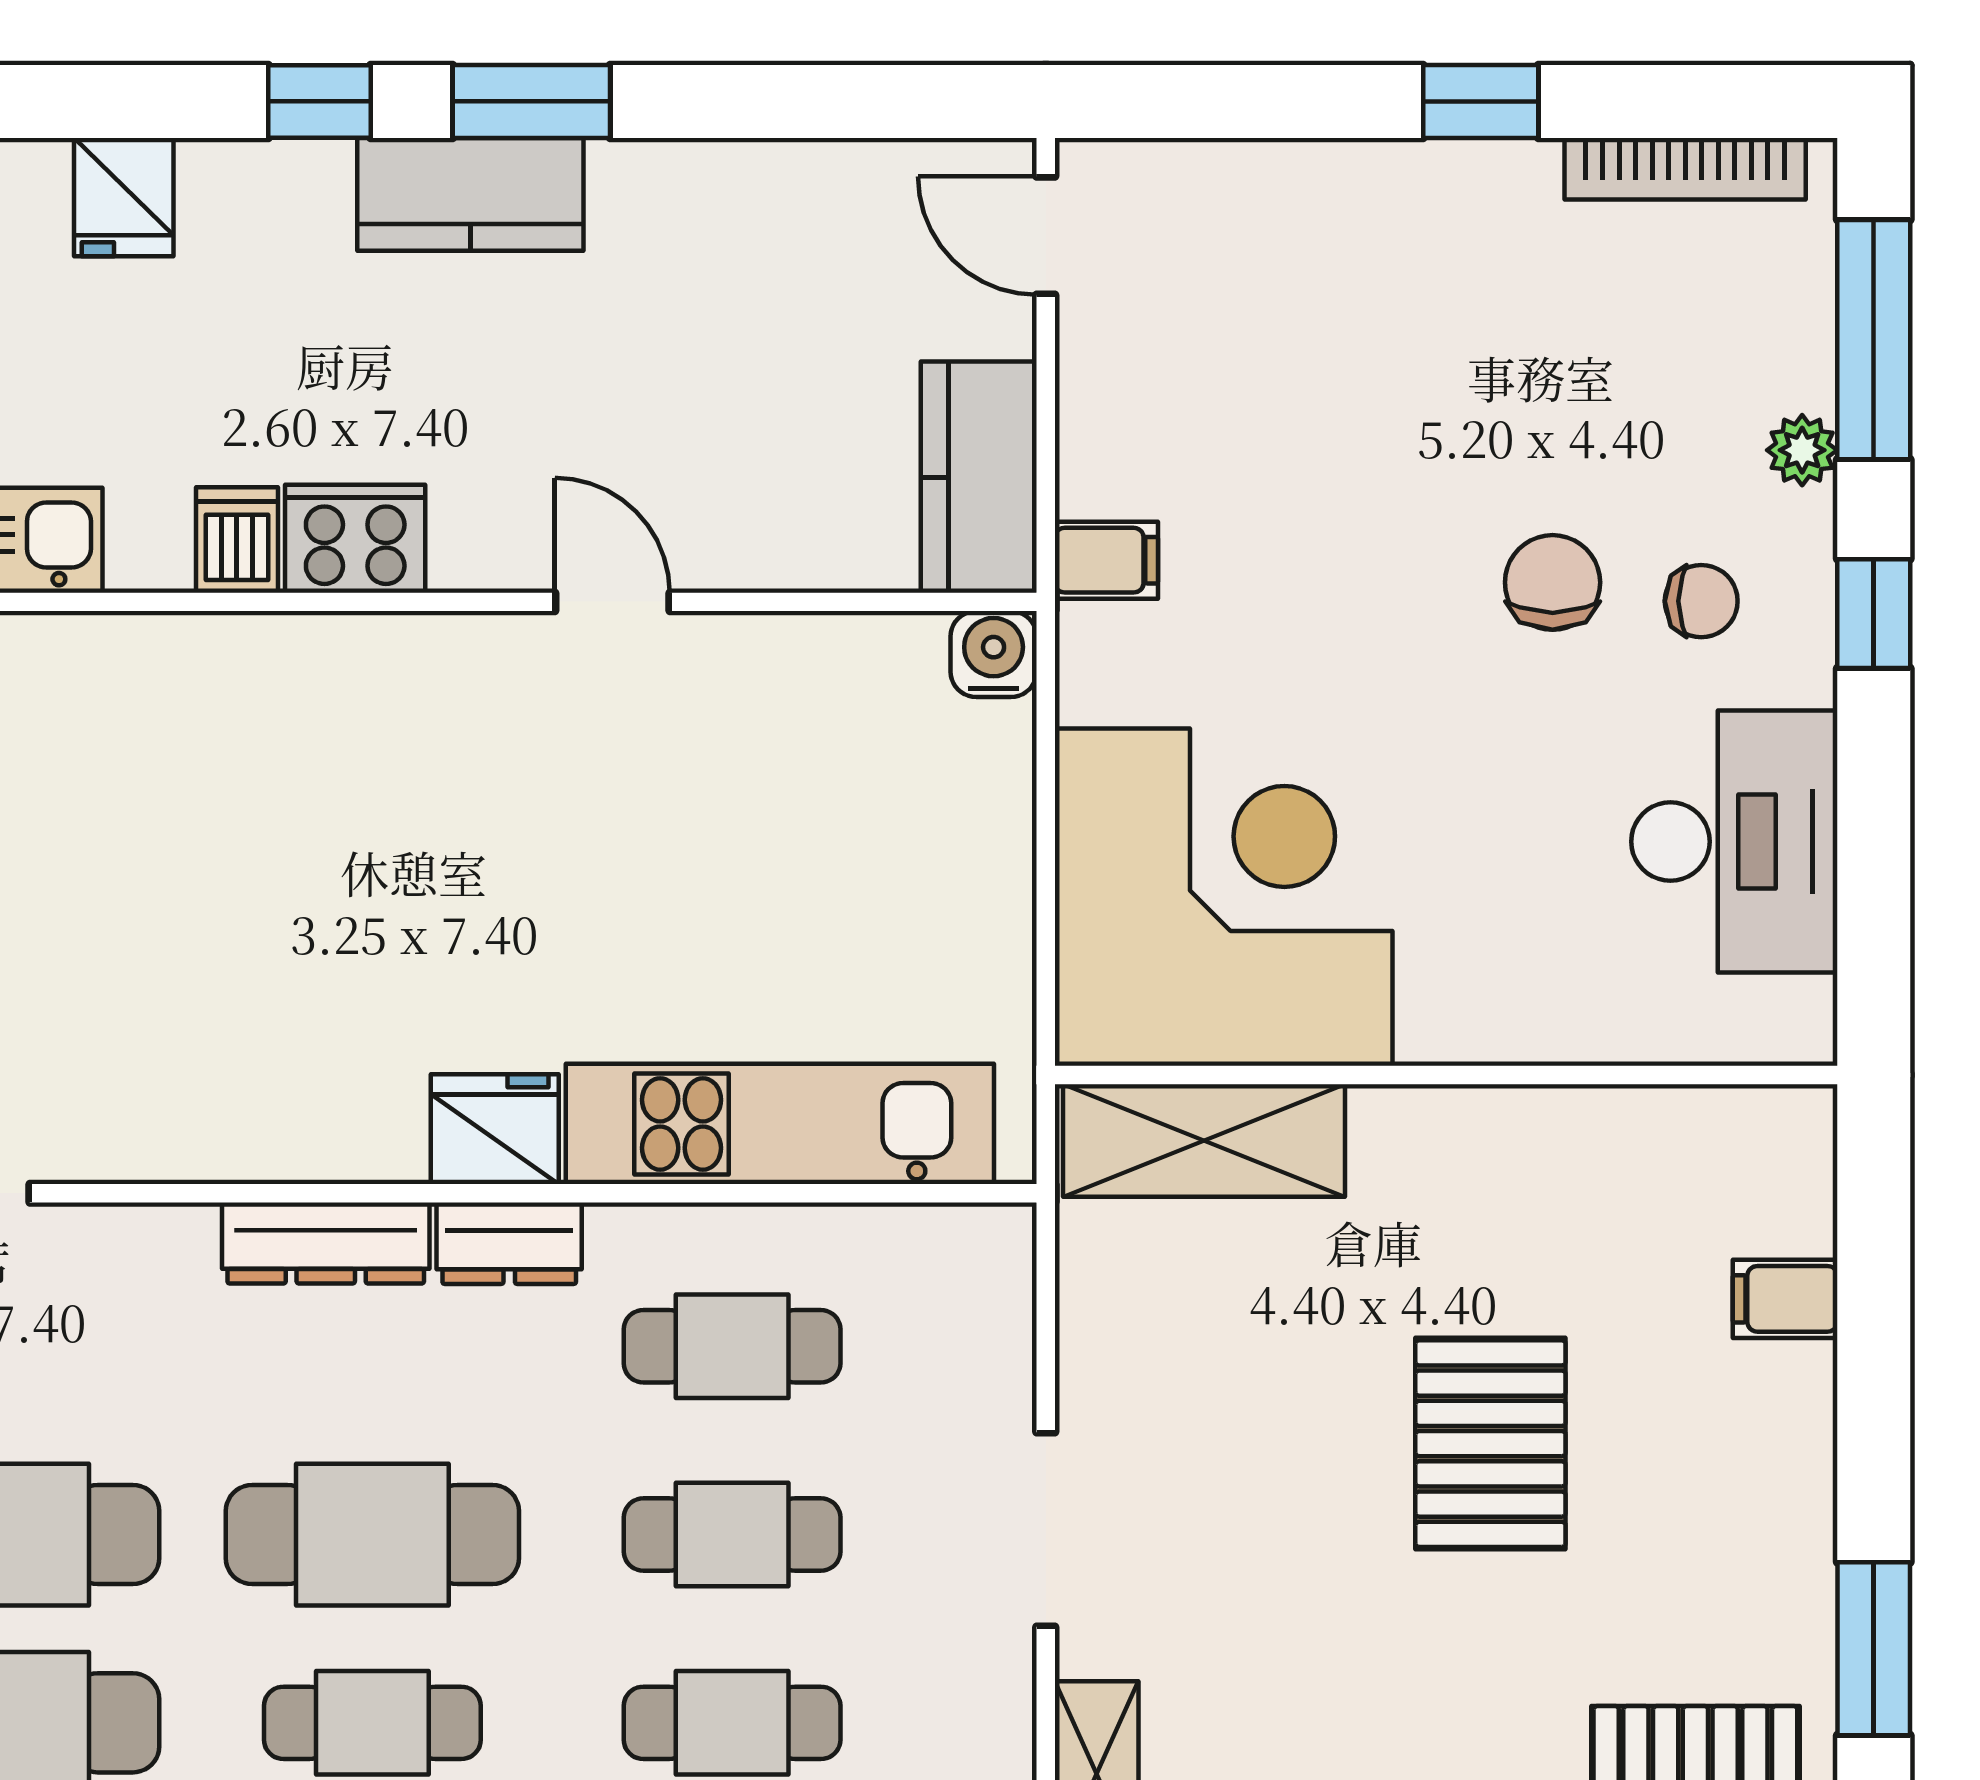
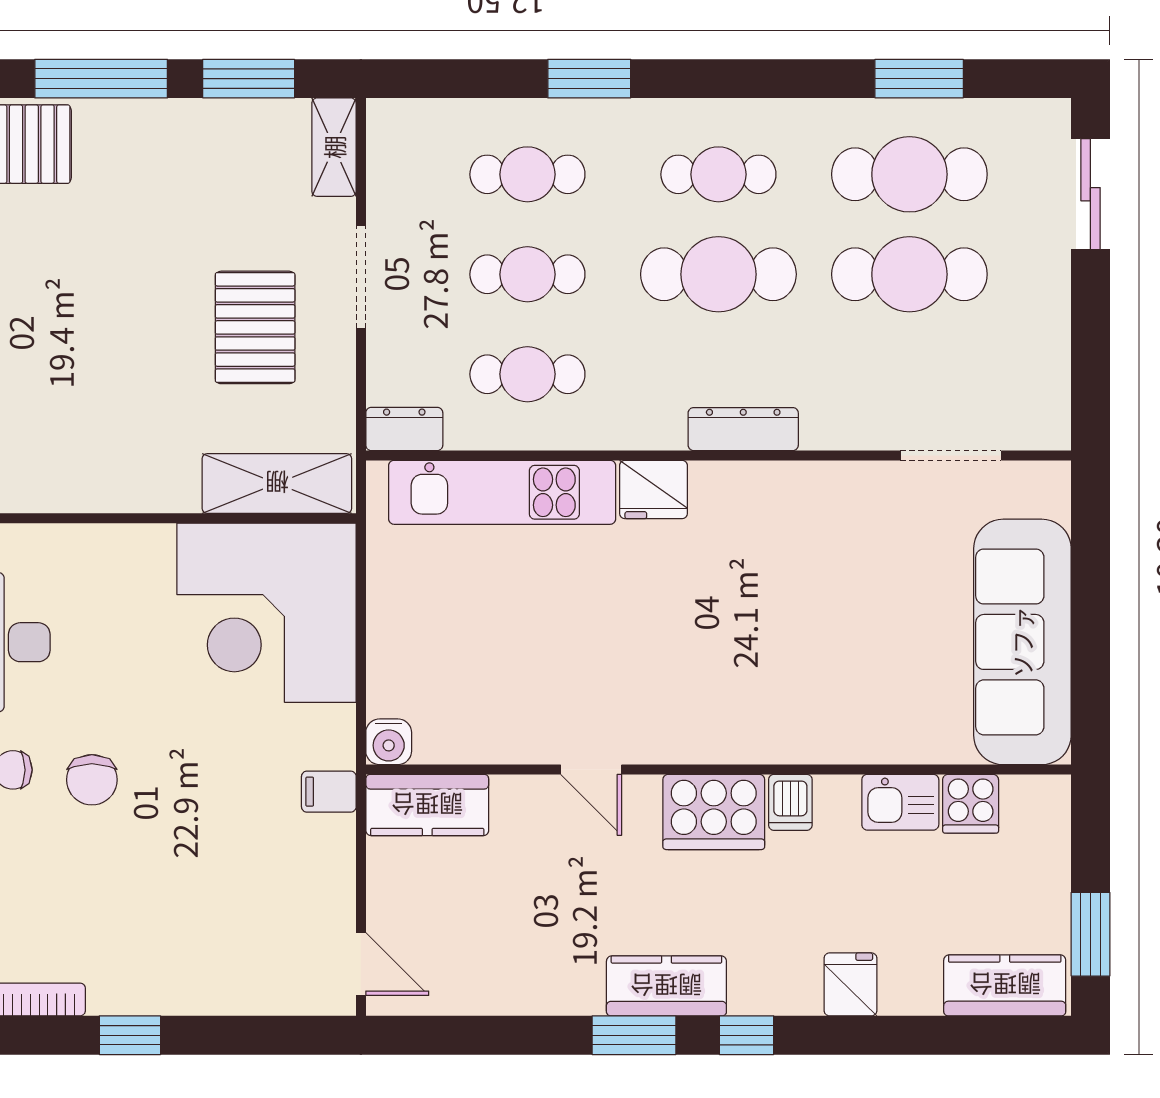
kitchen counter: (979, 477) -> (427, 805), moved, turned 90
cooker: (355, 539) -> (714, 812), width x1.37, depth x1.31
dresser: (509, 1243) -> (404, 429), moved
pallet: (1490, 1444) -> (255, 327), moved

